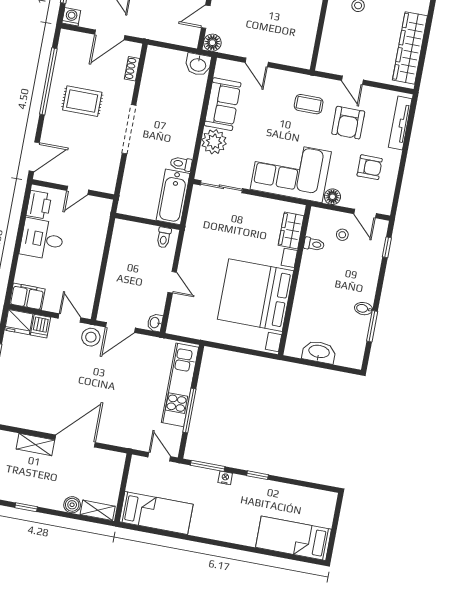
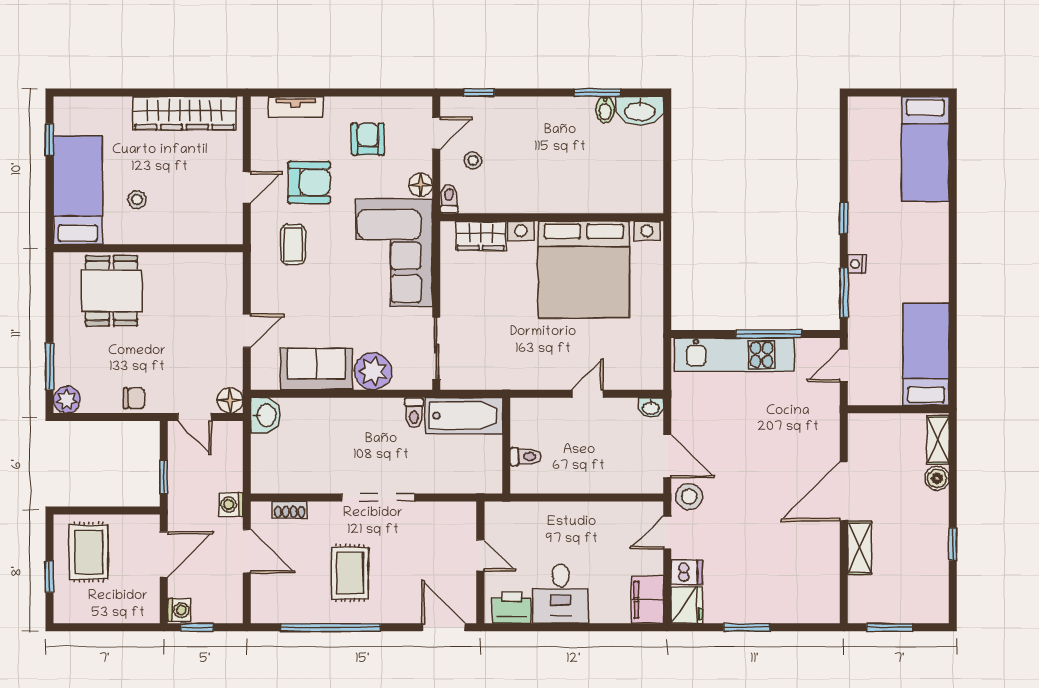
washing machine: (71, 17) -> (231, 504), moved
tv unit: (400, 123) -> (296, 107), width x0.71
toilet: (164, 237) -> (525, 457), moved
toilet: (314, 244) -> (449, 199), moved
bidet: (364, 309) -> (605, 110), moved
washbasin: (319, 352) -> (640, 111), moved, turned -90
door: (75, 441) -> (844, 491), hinge flipped

